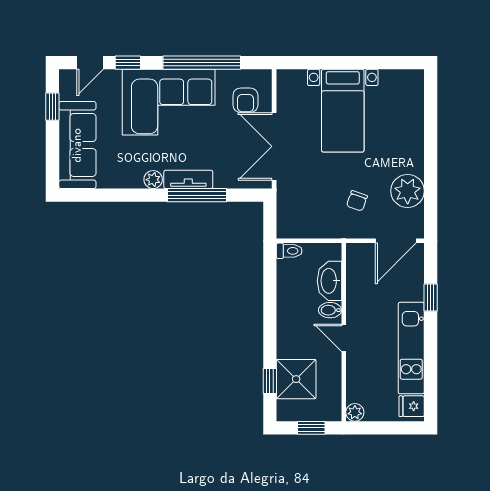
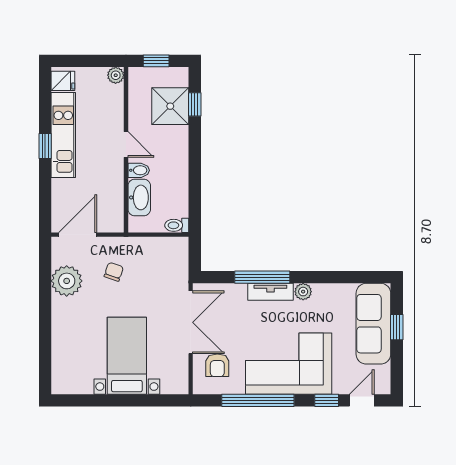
armchair: (245, 100) -> (217, 365), turned 180
window: (52, 107) -> (397, 327), moved
window: (431, 297) -> (45, 146), moved

